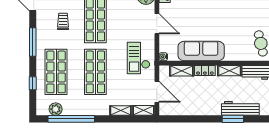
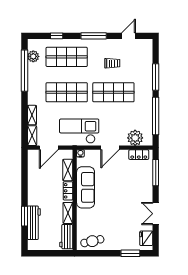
checkout: (139, 58) -> (79, 131), width x1.36, depth x1.21

